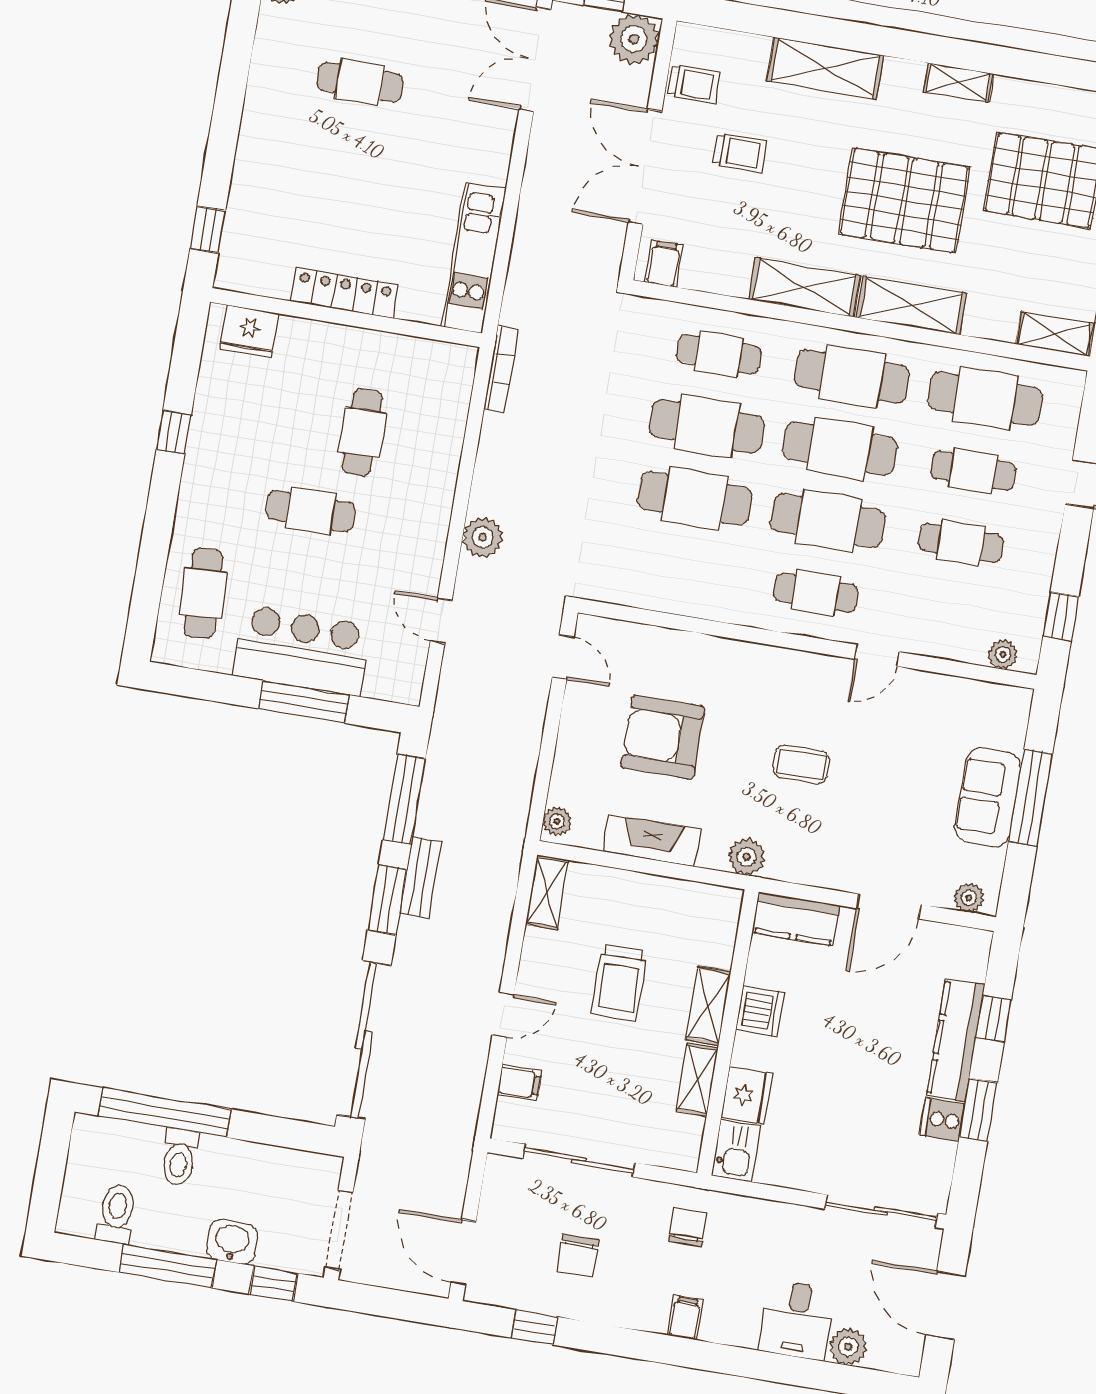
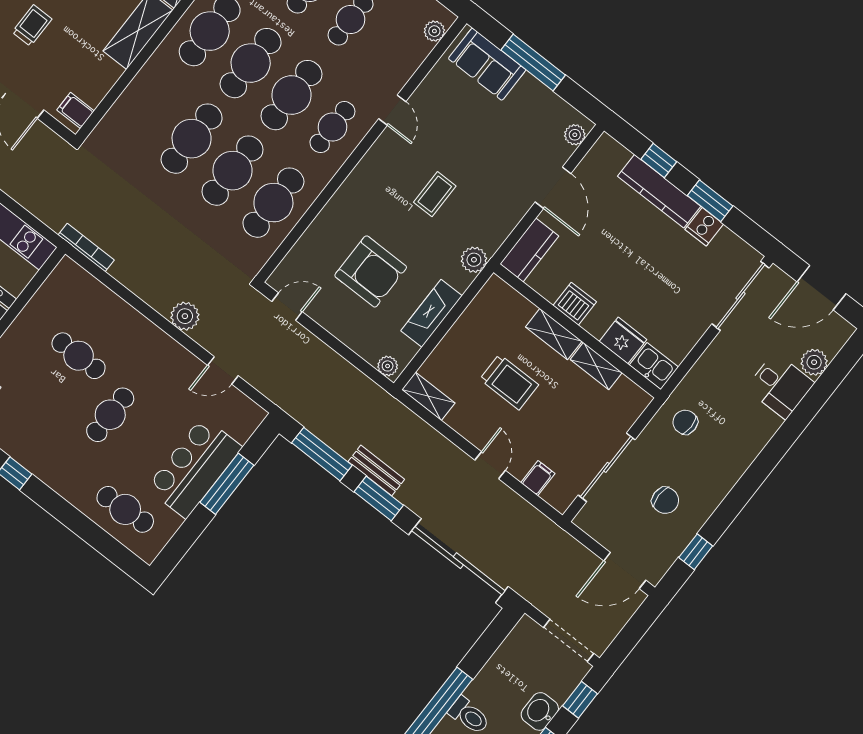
cafe table: (719, 354) -> (273, 203), moved, width x1.37, depth x1.35
armchair: (663, 737) -> (371, 271), turned -90
sofa: (988, 798) -> (487, 64), moved
filing cabinet: (685, 1318) -> (741, 455), removed

